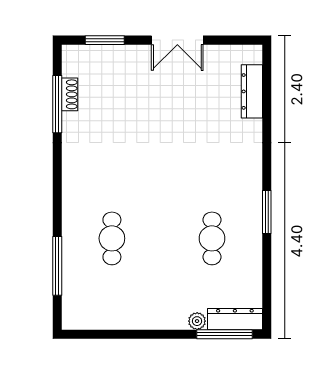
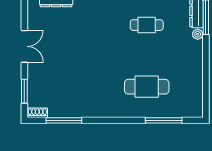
shoe rack: (70, 94) -> (37, 113), moved
cafe table: (112, 238) -> (147, 87), width x1.37, depth x1.35

